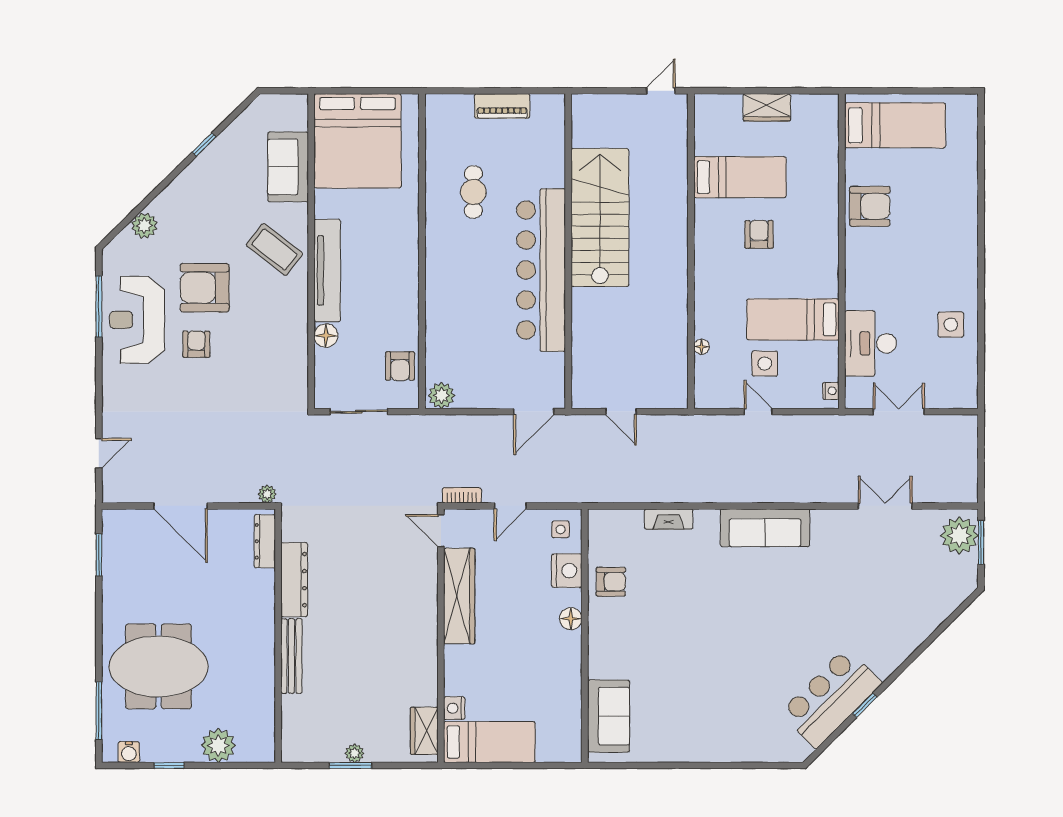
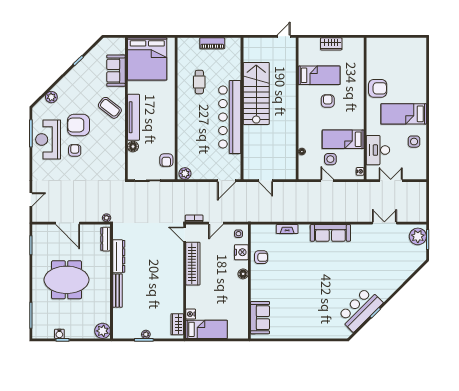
bed: (895, 125) -> (404, 114), moved, turned 180
meeting table: (158, 666) -> (67, 280), moved
plant: (218, 745) -> (103, 331), moved
water cooler: (129, 752) -> (59, 334), moved

